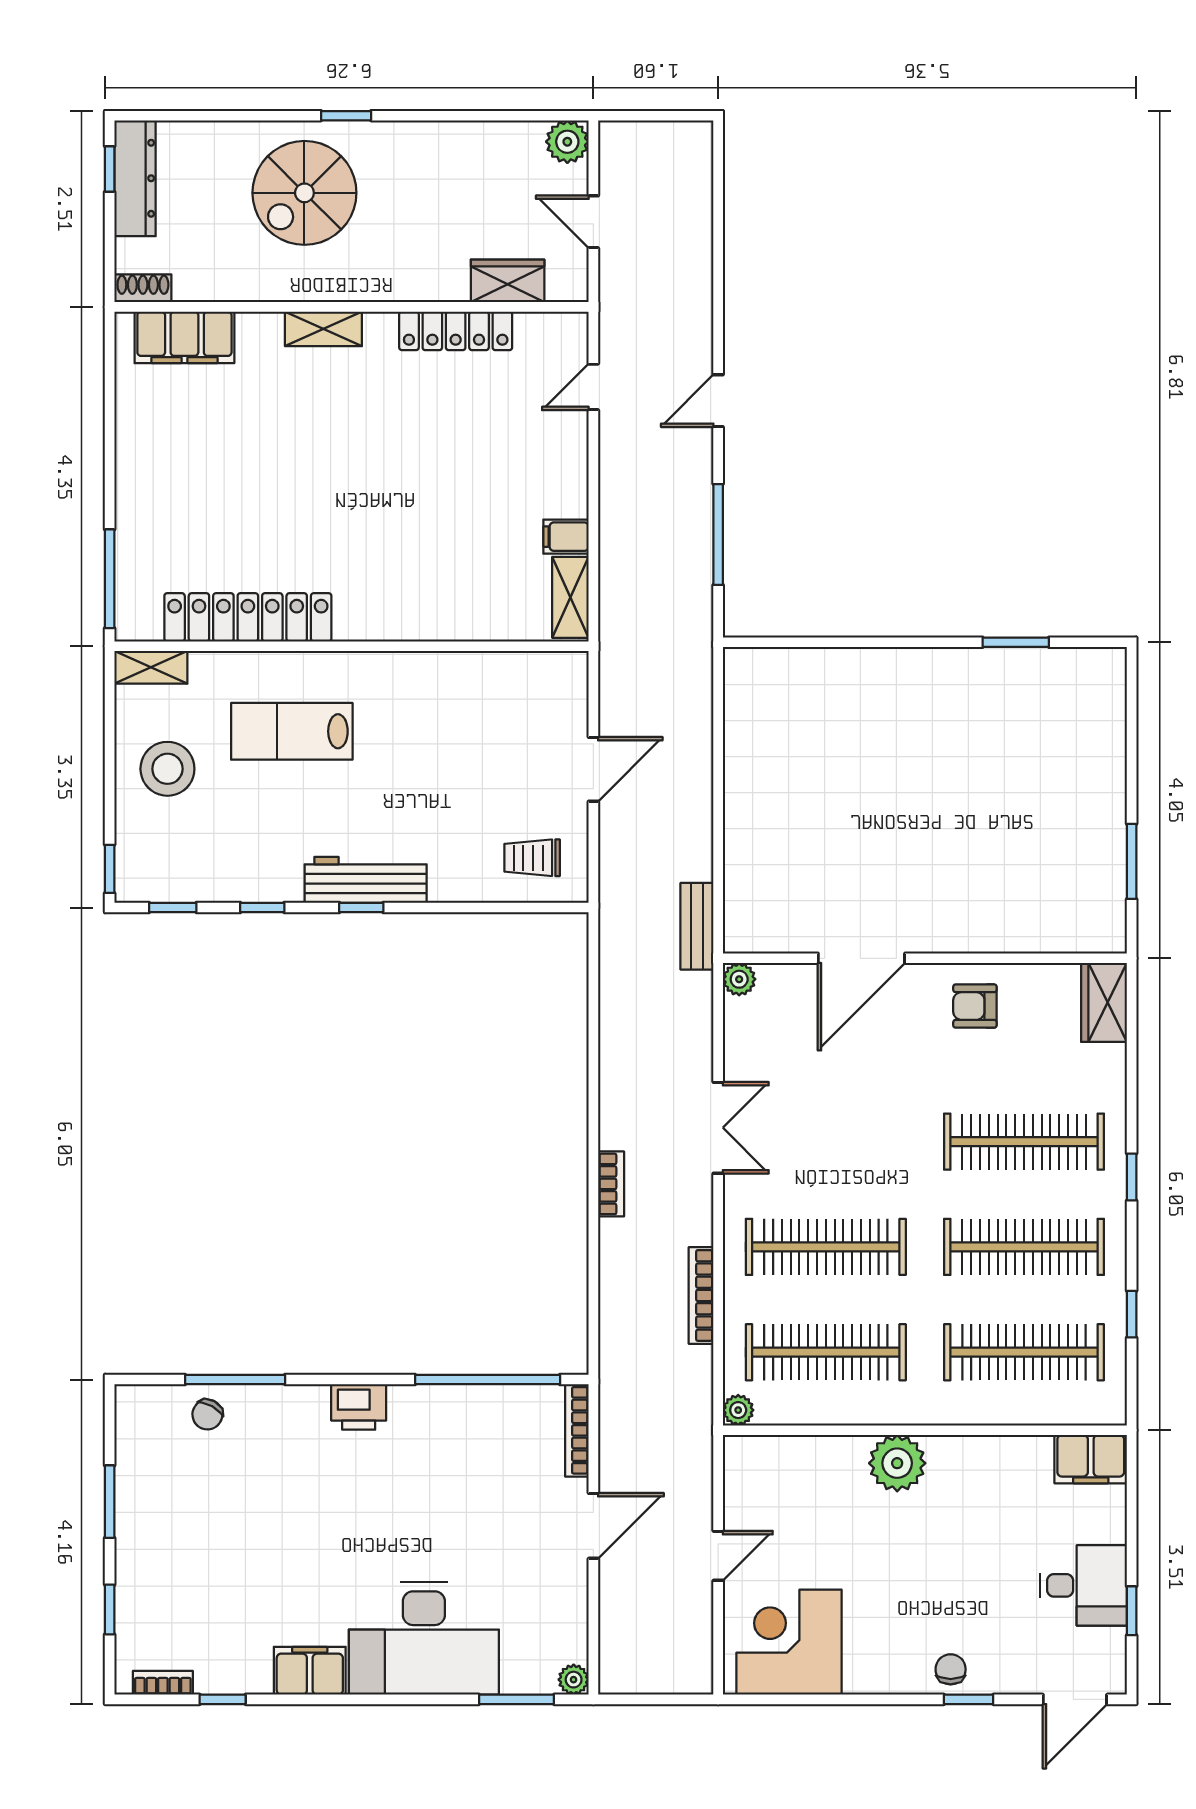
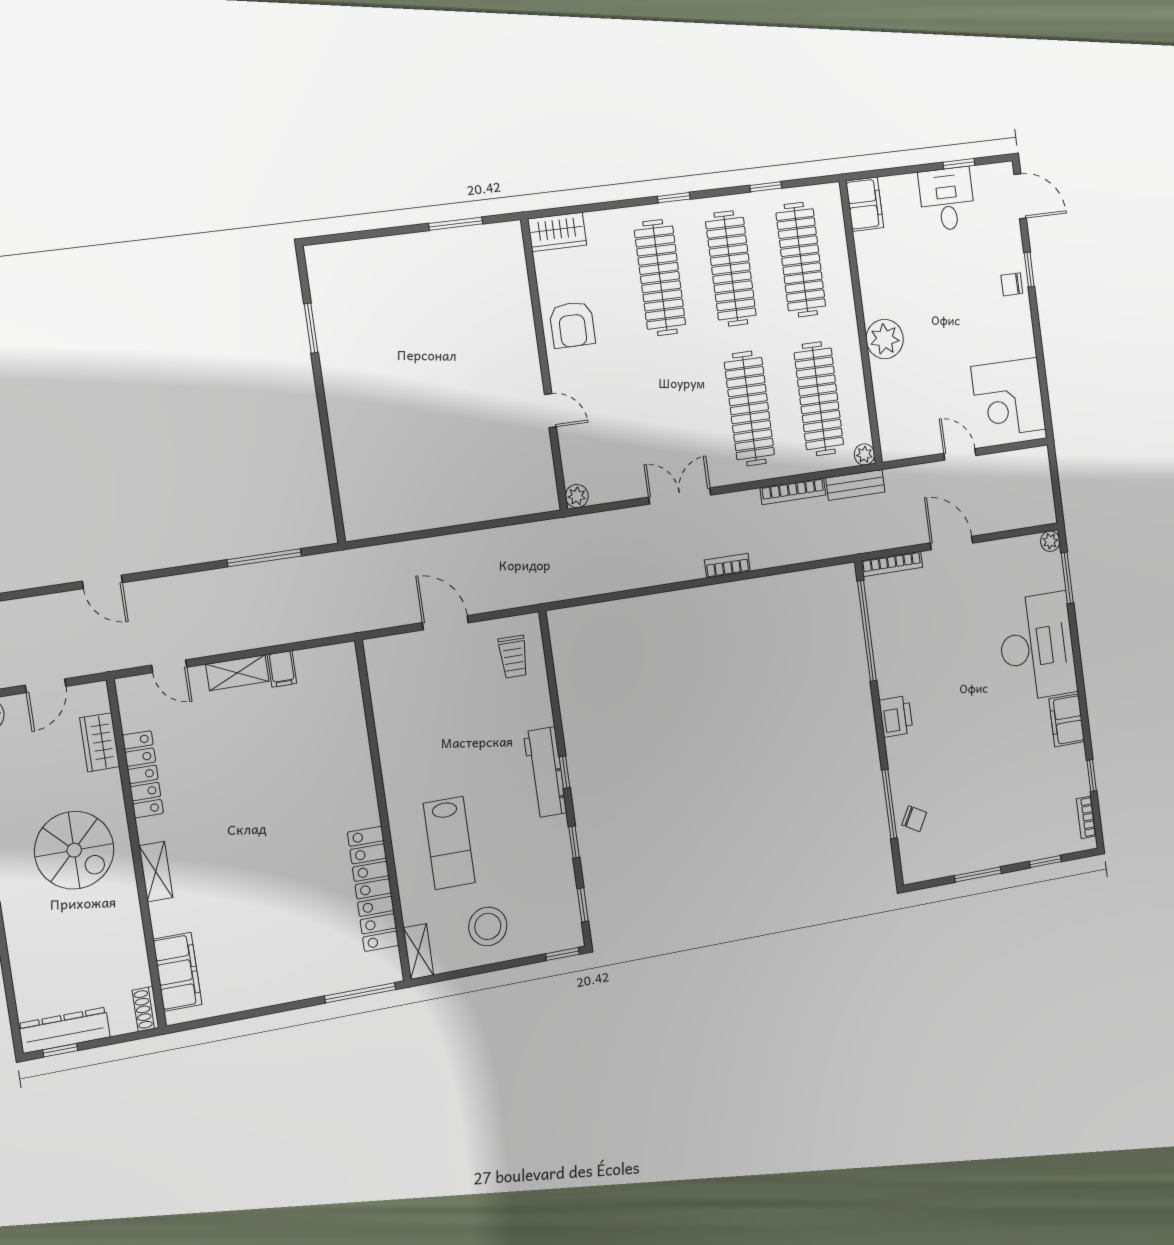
spiral stairs: (304, 193) -> (74, 850), moved
door: (718, 401) -> (102, 582), moved
shelving: (570, 597) -> (237, 673), moved
bench: (697, 926) -> (855, 485), moved
door: (861, 958) -> (550, 411), width x0.53
armchair: (975, 1006) -> (572, 325), width x1.38, depth x1.38

